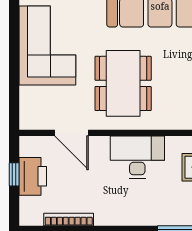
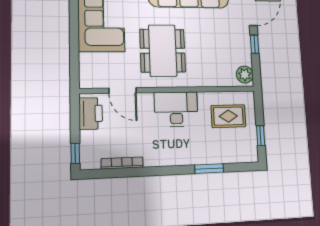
window: (14, 174) -> (75, 153), moved
printer: (33, 176) -> (91, 113), moved

